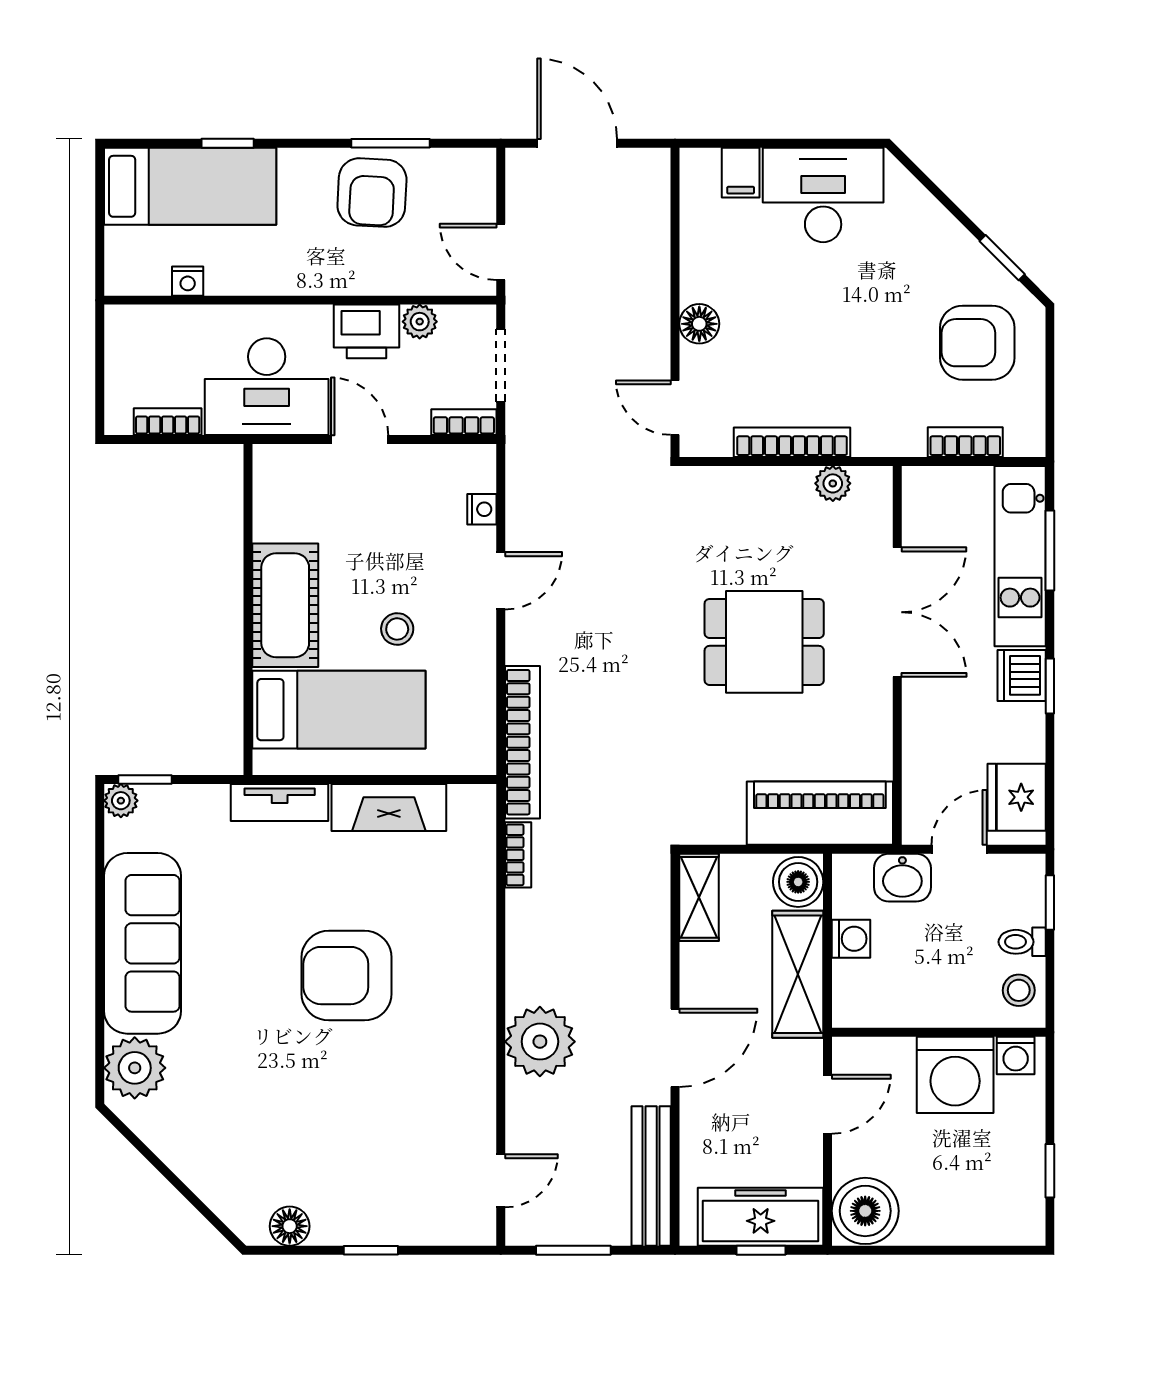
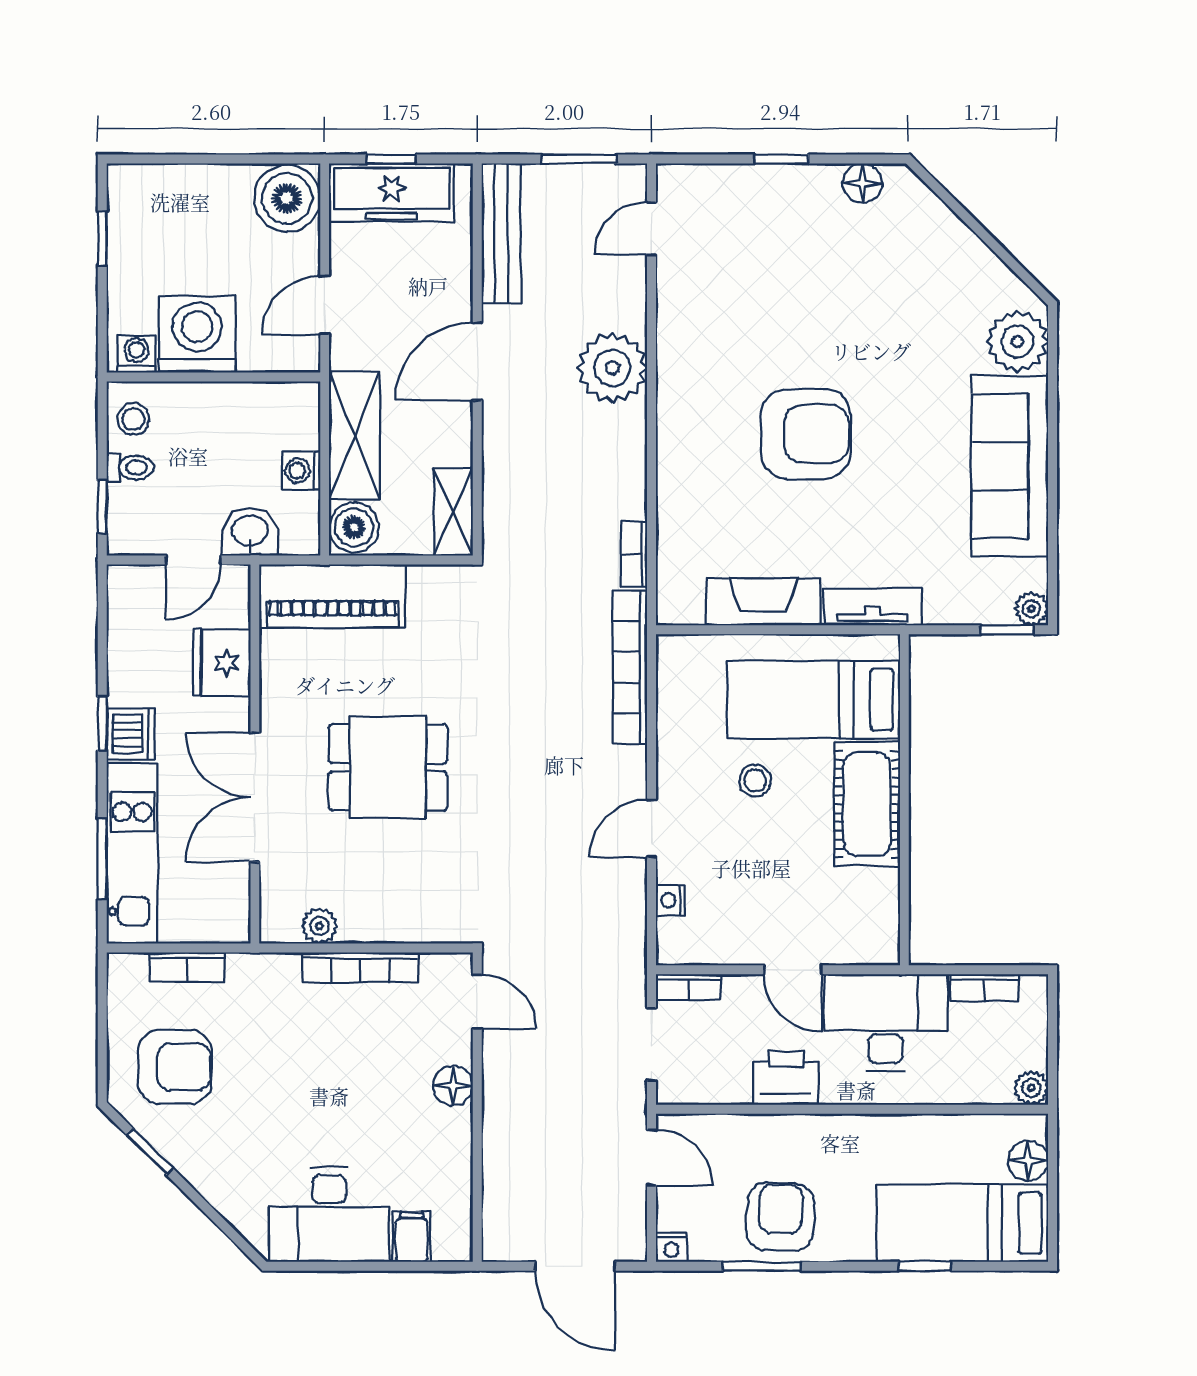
floor lamp: (124, 249) -> (1028, 1161), added
nightstand: (188, 281) -> (671, 1247), moved, turned 180
plant: (420, 322) -> (1031, 1088), moved
fridge: (1017, 797) -> (222, 663), moved, turned 180

